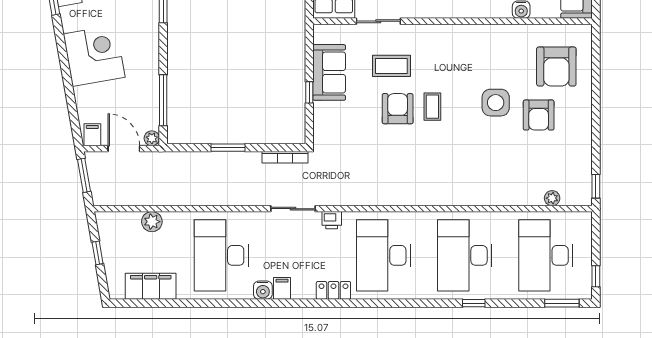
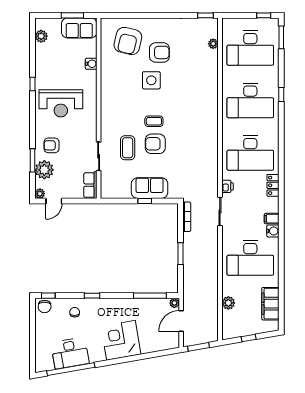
armchair: (556, 66) -> (128, 41), turned 103
sofa: (329, 72) -> (150, 188), moved
filing cabinet: (92, 135) -> (172, 341), removed

